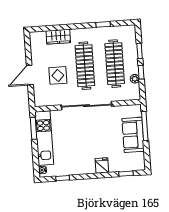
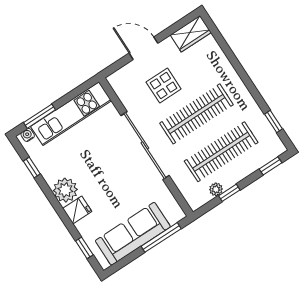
window: (103, 24) -> (274, 121), moved
wardrobe: (58, 37) -> (191, 34), moved, turned -90
window: (140, 51) -> (271, 166), moved
window: (34, 128) -> (39, 116), moved
sofa: (133, 135) -> (133, 234), width x1.36
plant: (87, 166) -> (65, 190), added

